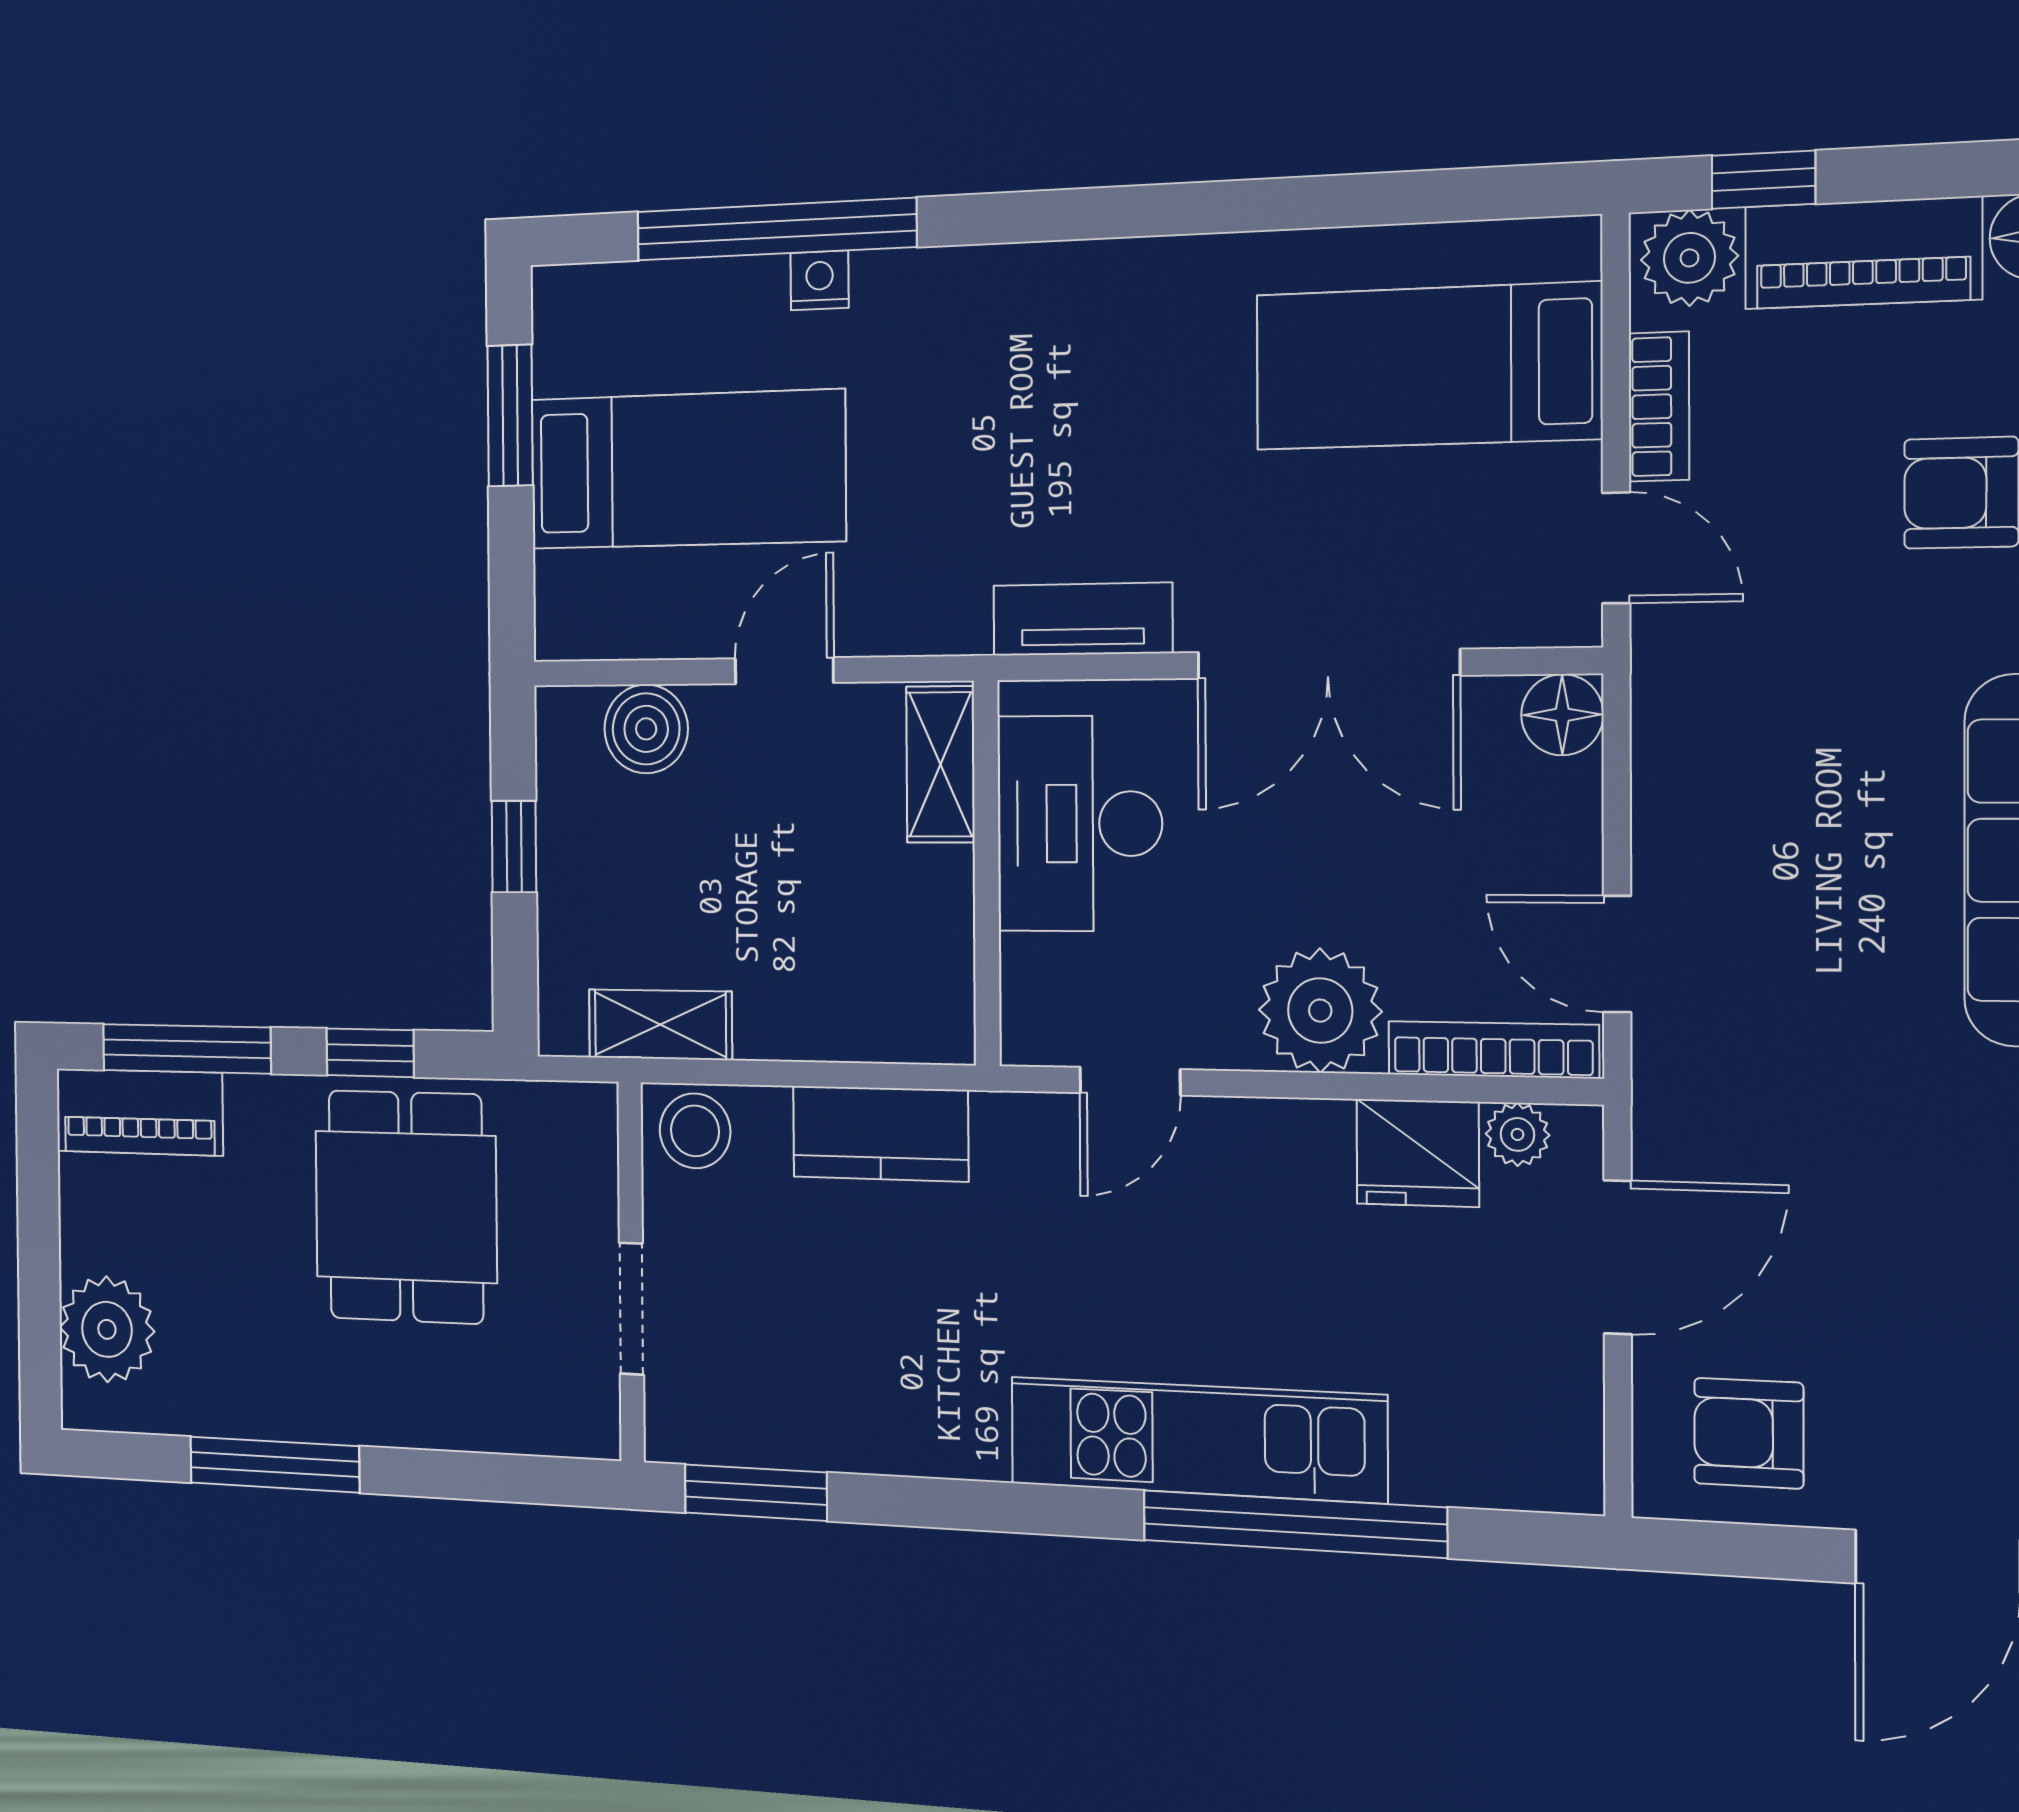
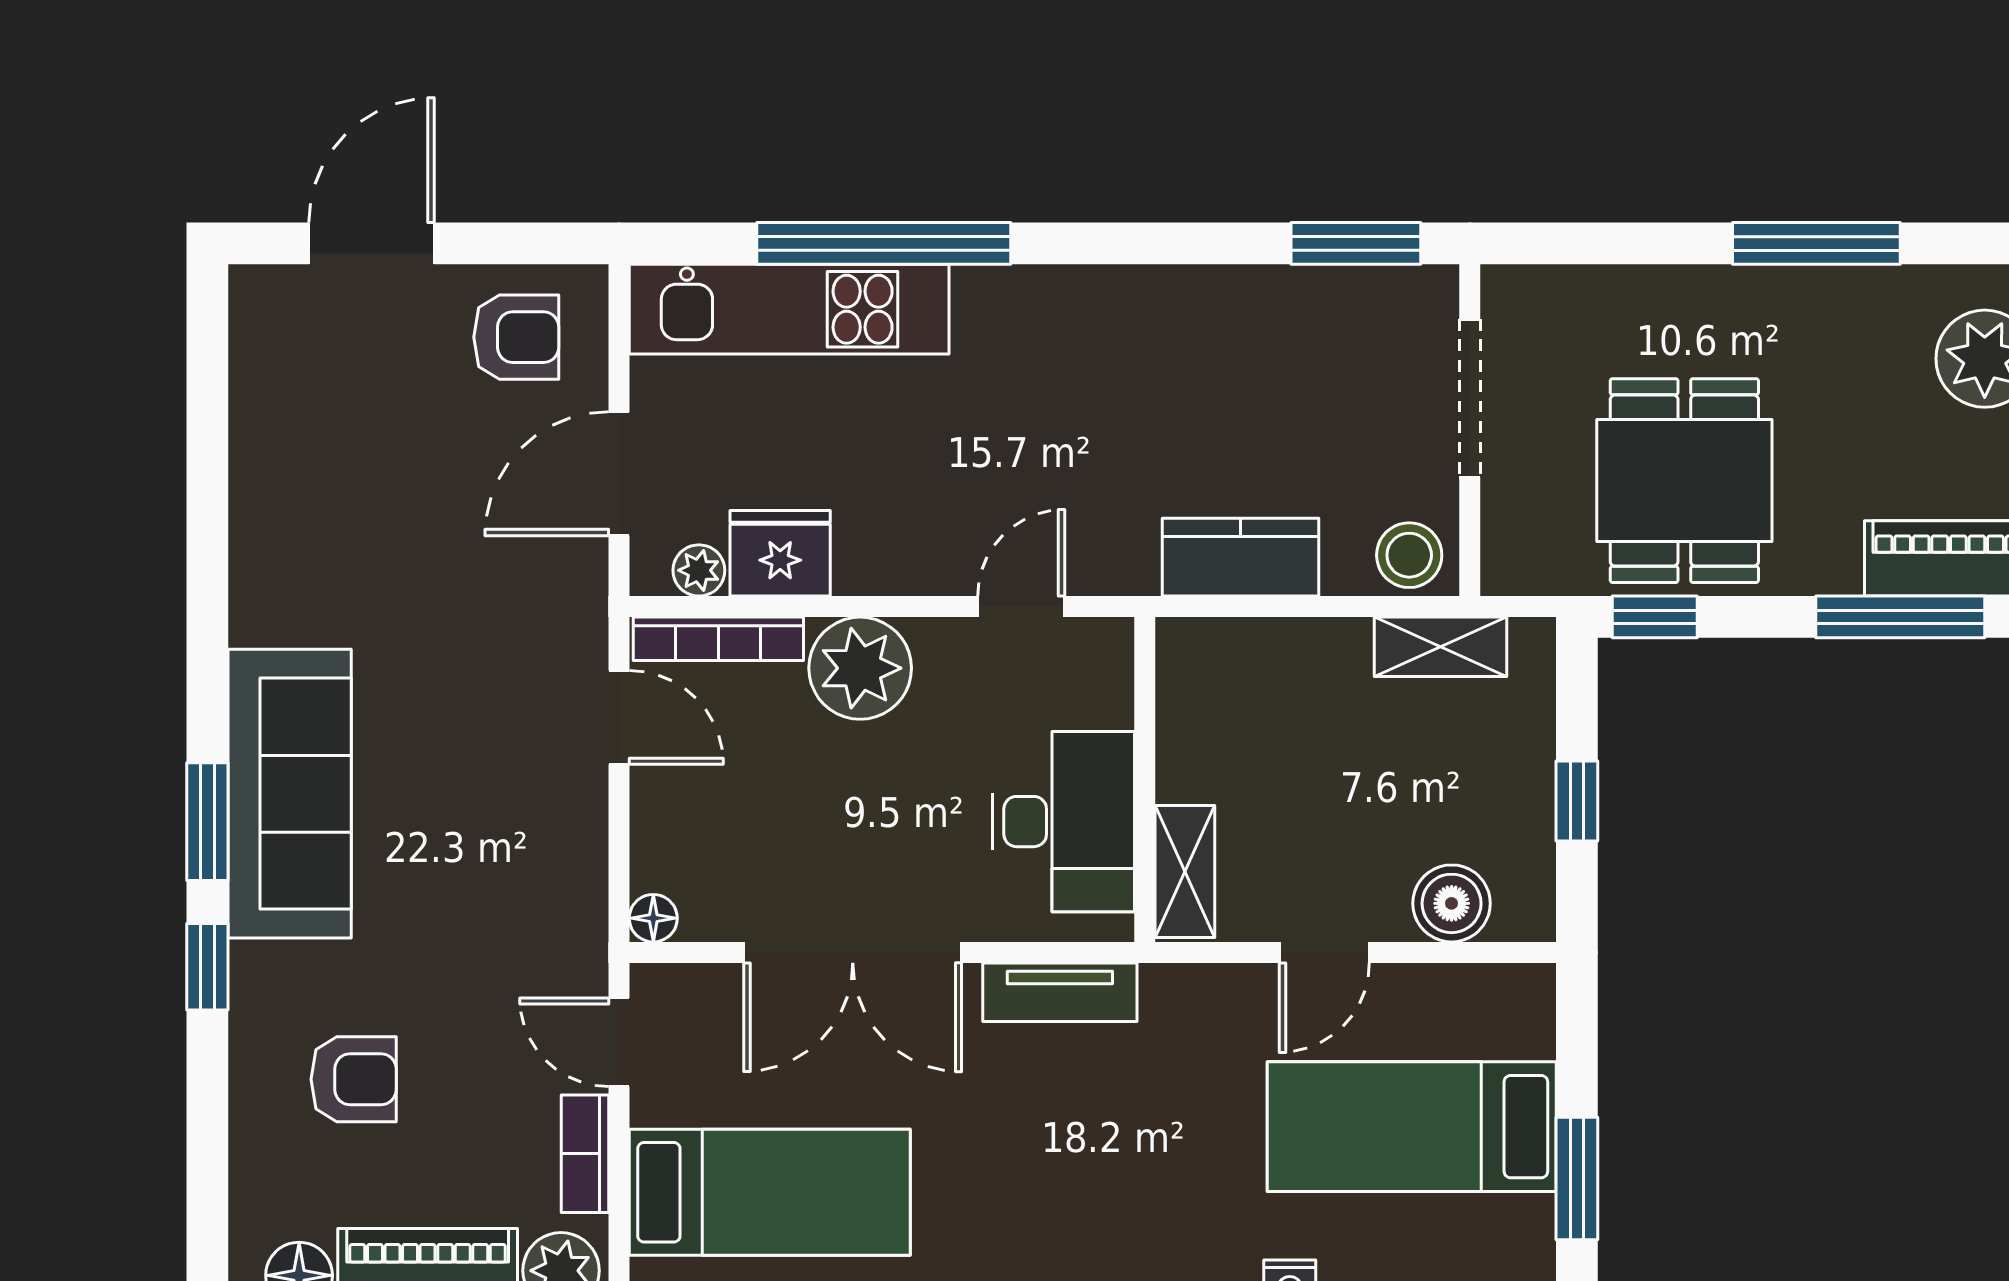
double door: (1328, 664) -> (853, 952), swing flipped
floor lamp: (1562, 715) -> (653, 918), width x0.73, depth x0.73
window: (370, 1053) -> (1655, 617), moved
doorway: (631, 1309) -> (1470, 398), width x1.38
kitchen unit: (1197, 1440) -> (789, 309), moved

